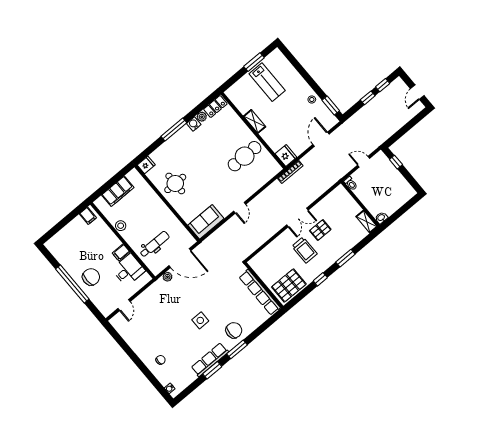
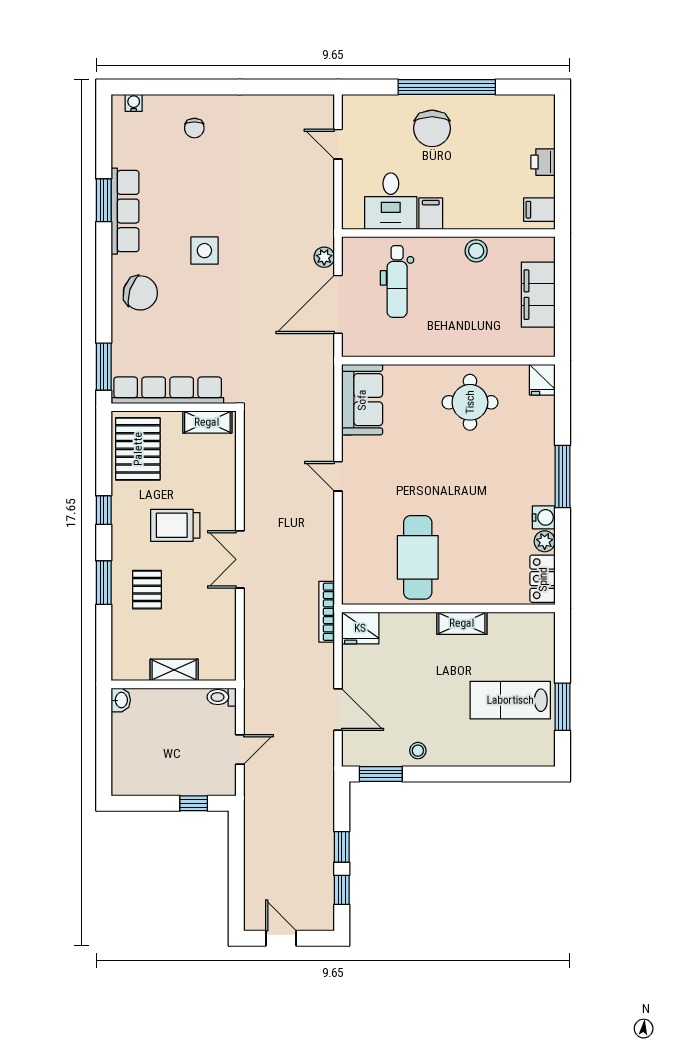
shelving: (367, 222) -> (174, 670), moved
printer: (70, 228) -> (543, 162), added
pallet: (320, 230) -> (147, 590), moved
shelving: (259, 269) -> (207, 422), added
chair: (234, 330) -> (140, 293), turned -72
window: (237, 349) -> (104, 367), moved

